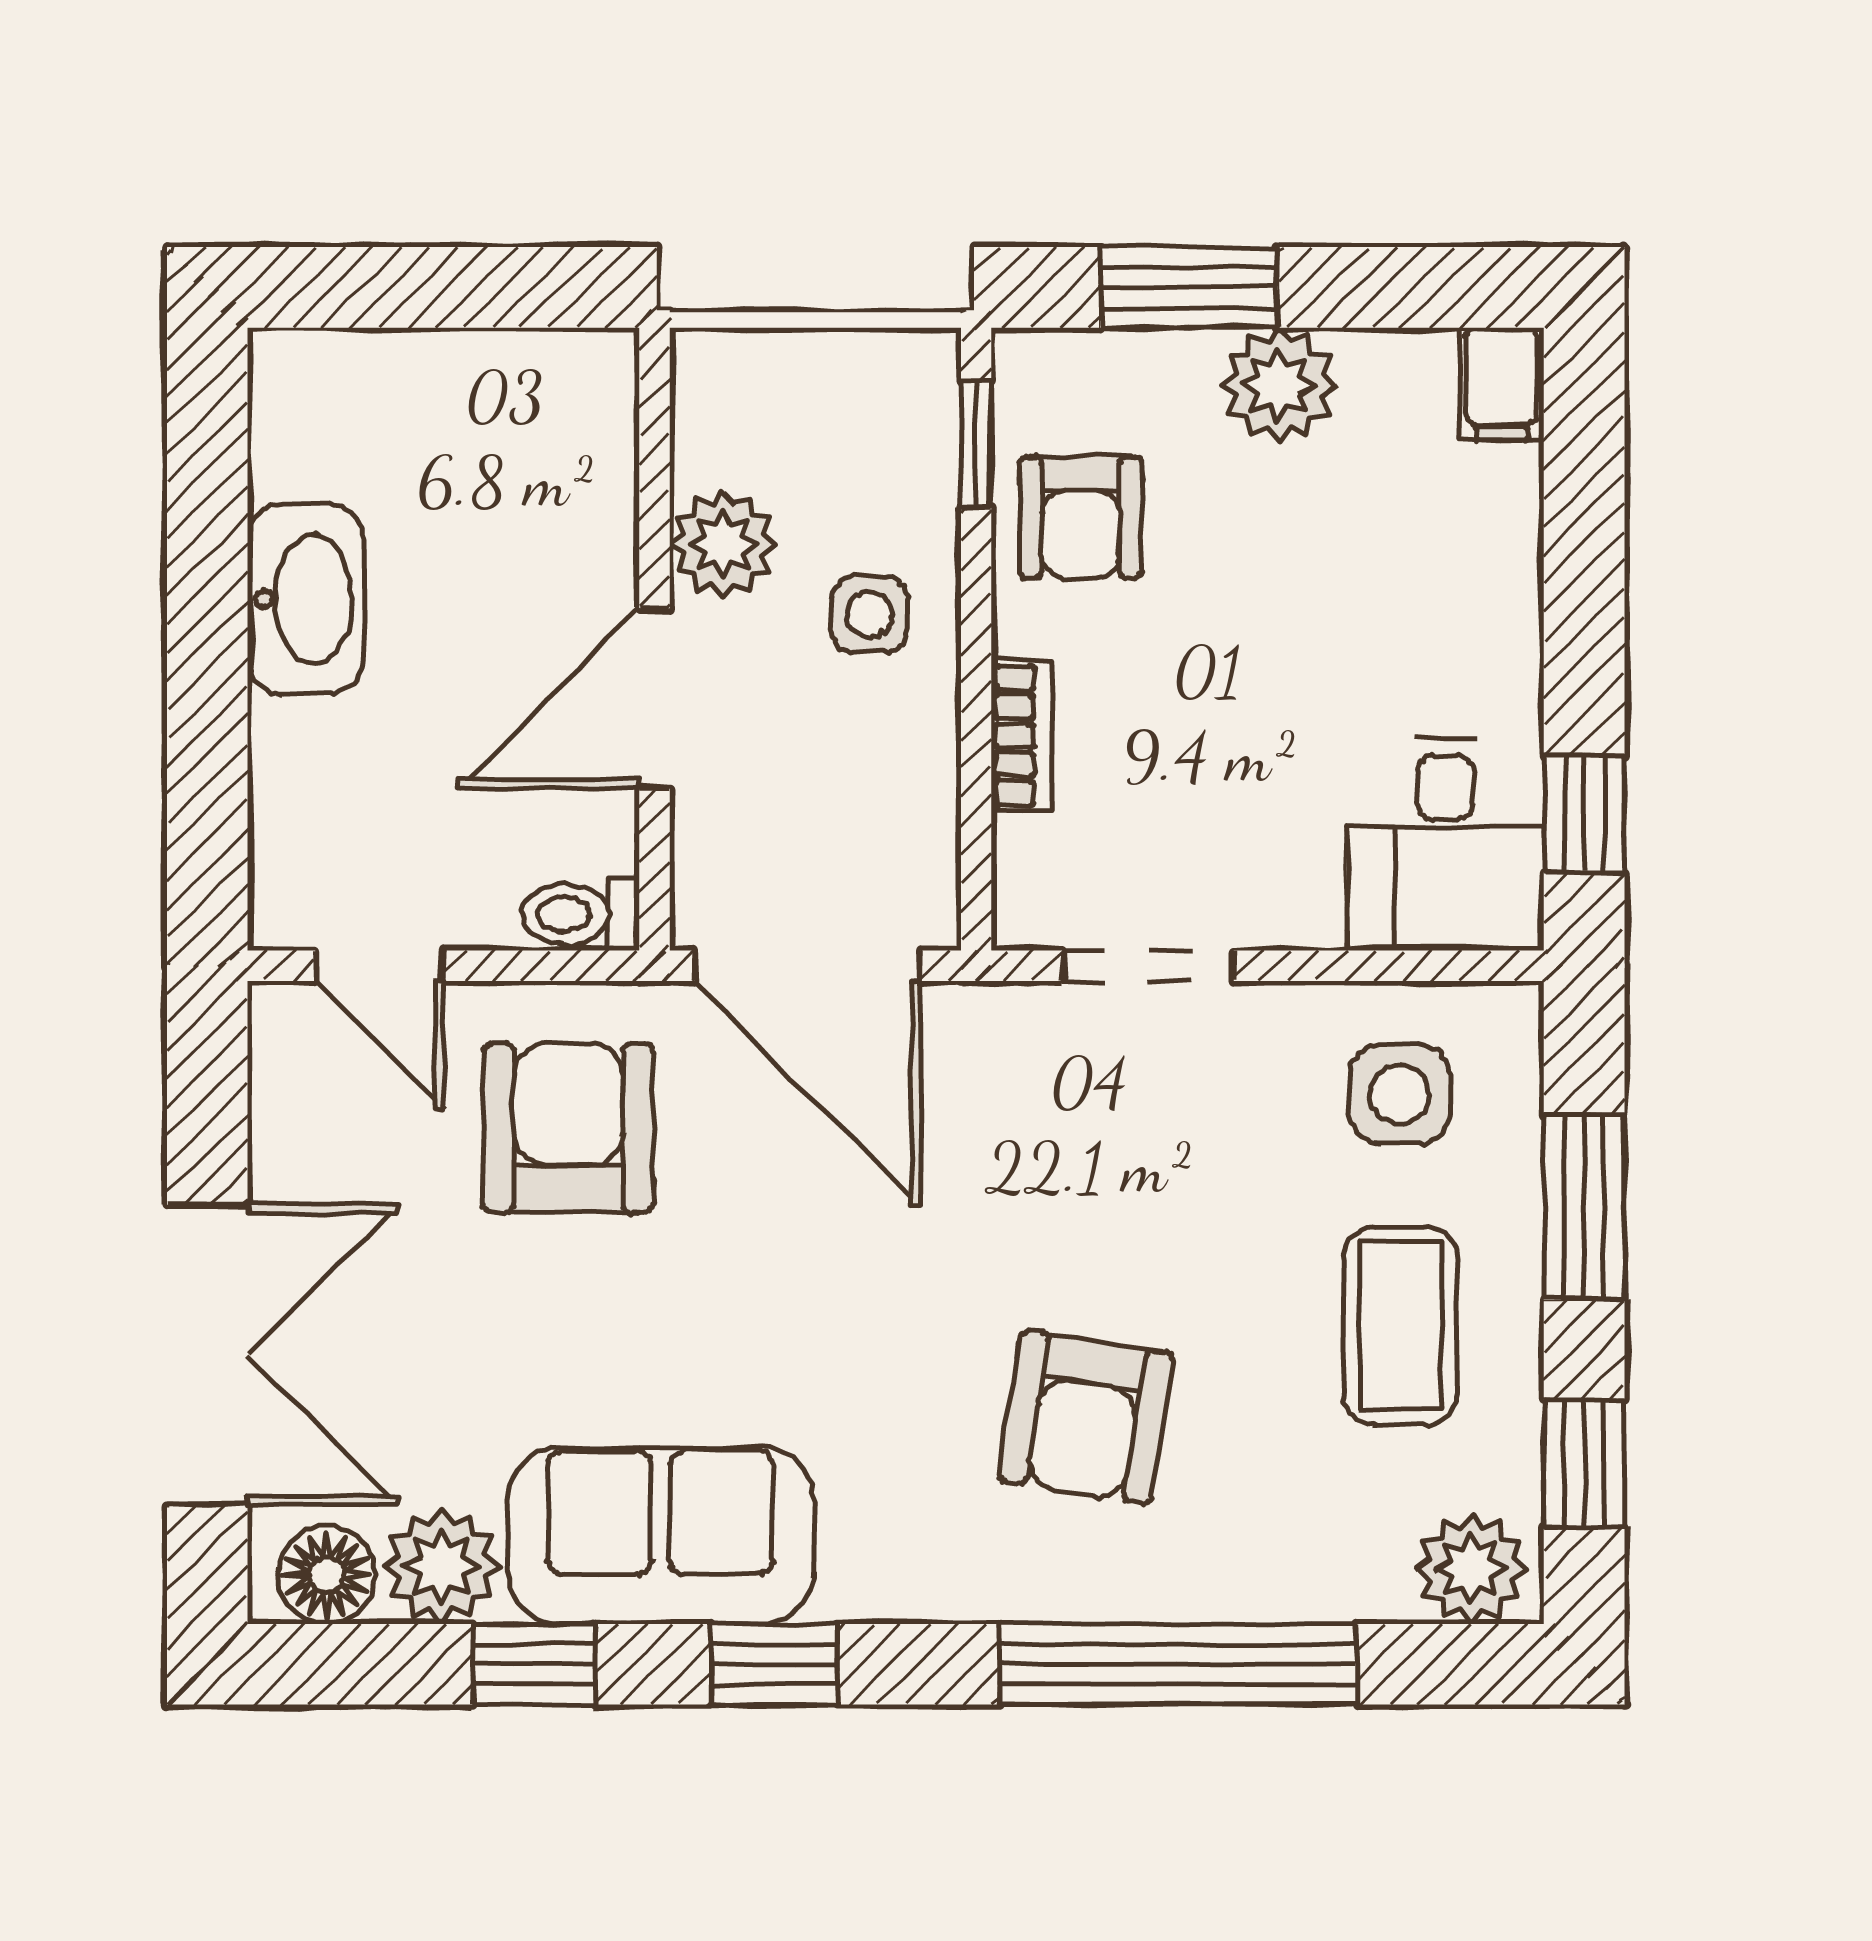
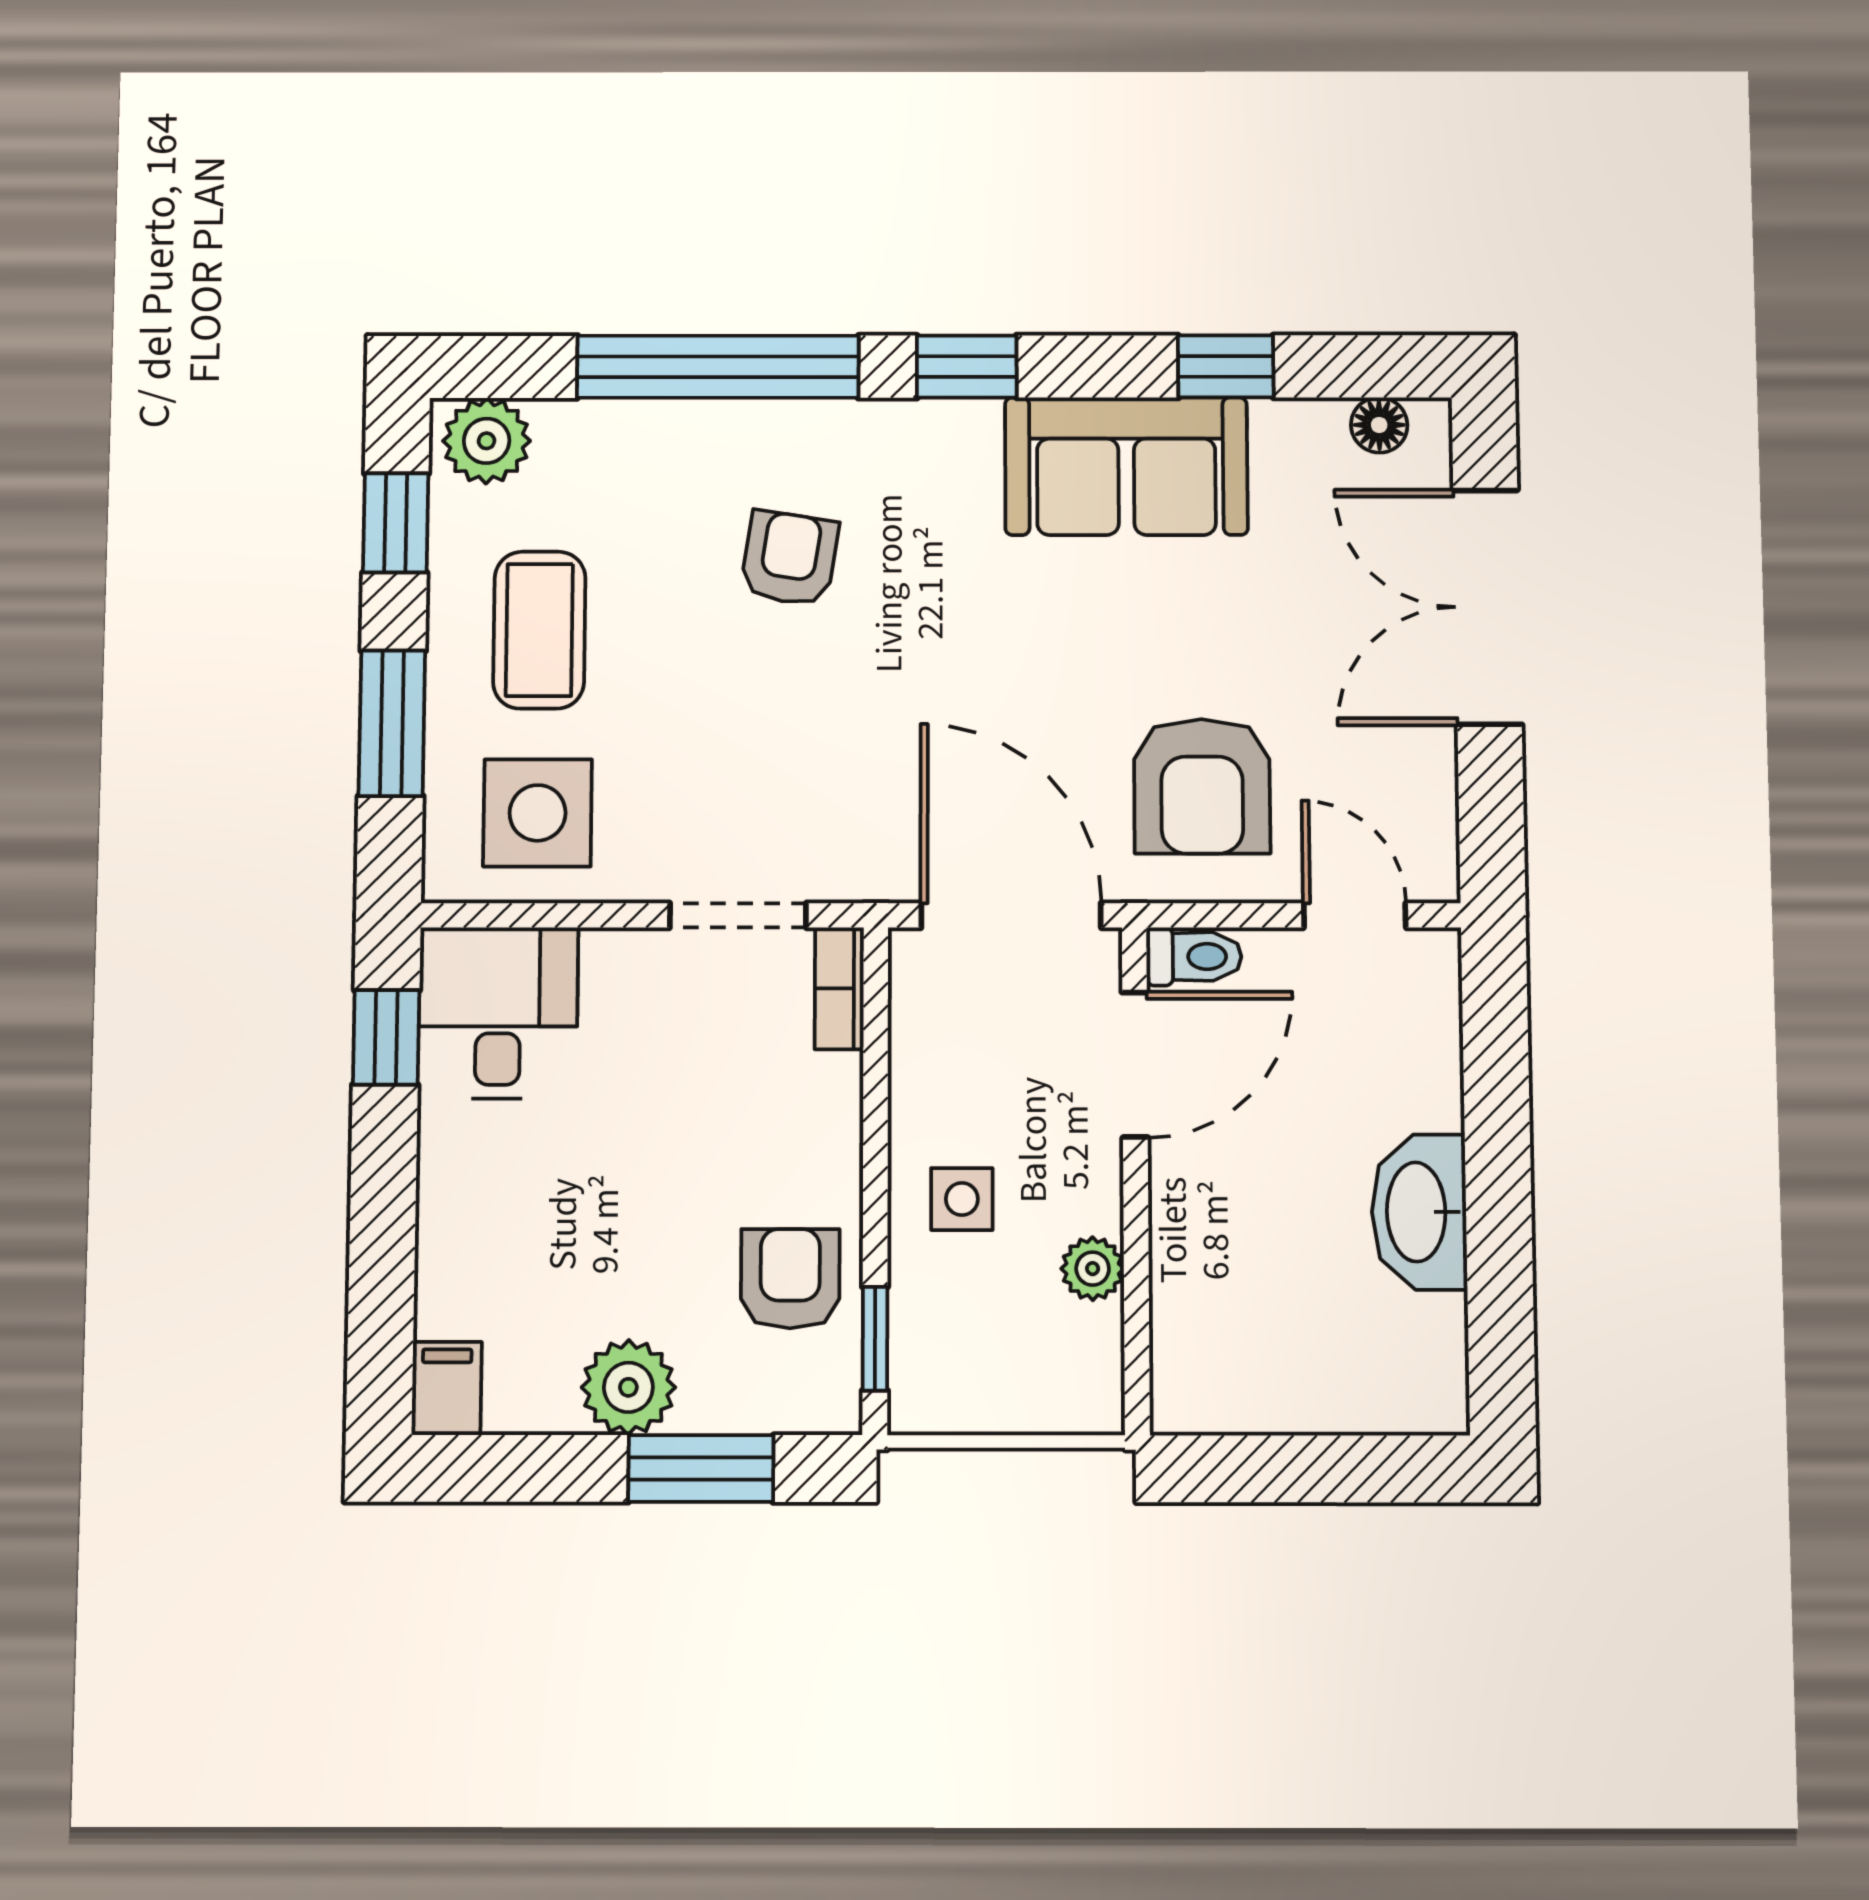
plant: (723, 544) -> (1093, 1269), width x0.73, depth x0.73
door: (654, 699) -> (1135, 1065), moved
bookcase: (1022, 736) -> (839, 988), moved
side table: (1400, 1094) -> (538, 813), width x1.37, depth x1.37
armchair: (1086, 1417) -> (789, 558), width x0.72, depth x0.72
plant: (441, 1566) -> (1299, 442), removed
floor lamp: (327, 1575) -> (1379, 425), width x0.73, depth x0.73
window: (774, 1664) -> (967, 367), moved

